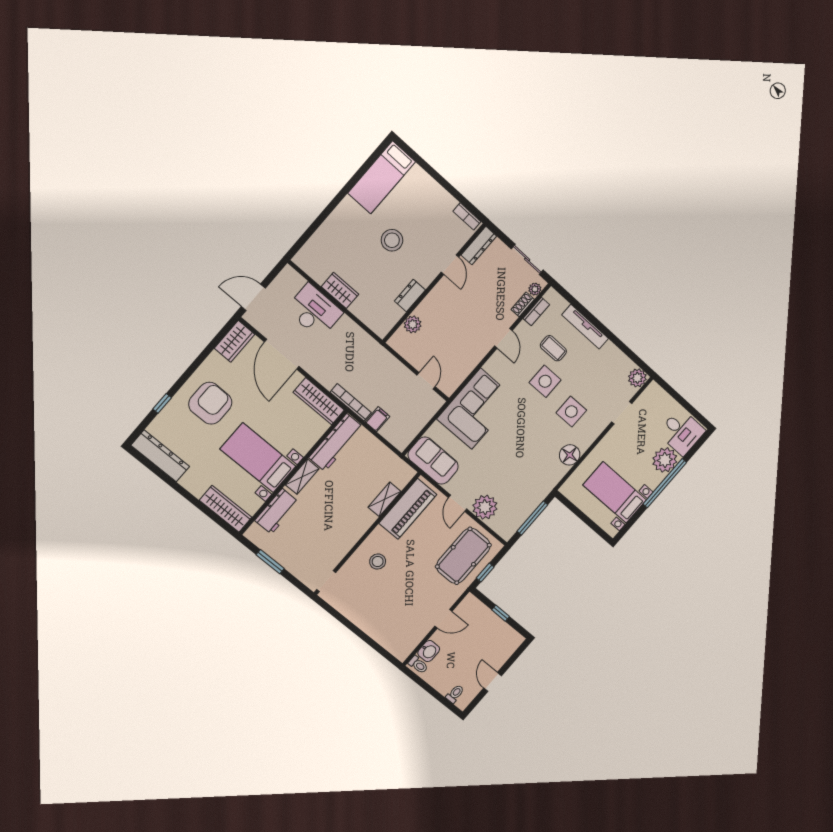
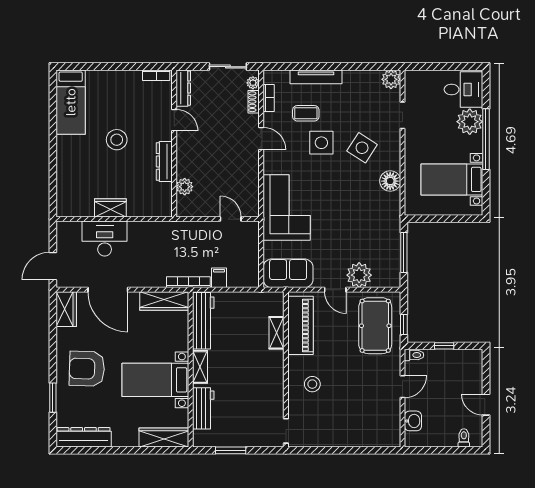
dresser: (410, 296) -> (164, 161), width x1.44
window: (162, 403) -> (53, 398), width x1.50
armchair: (210, 403) -> (87, 369), turned -88
side table: (571, 412) -> (362, 148), turned 33
toilet: (418, 665) -> (414, 355), moved

